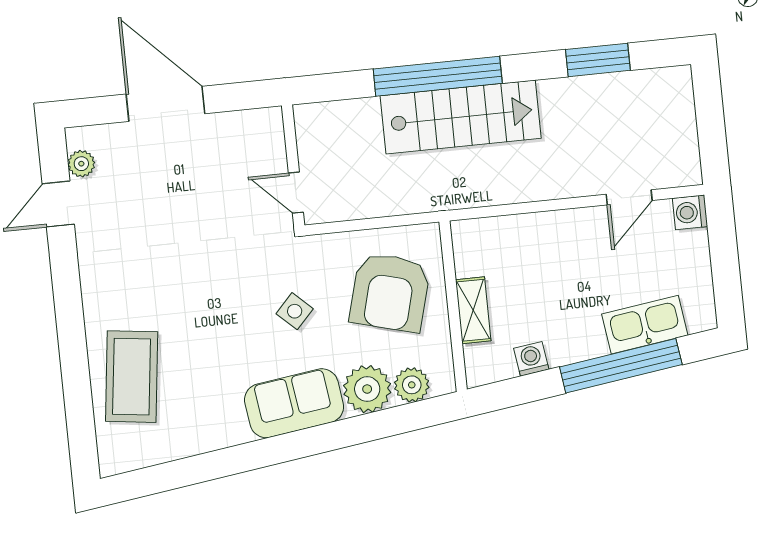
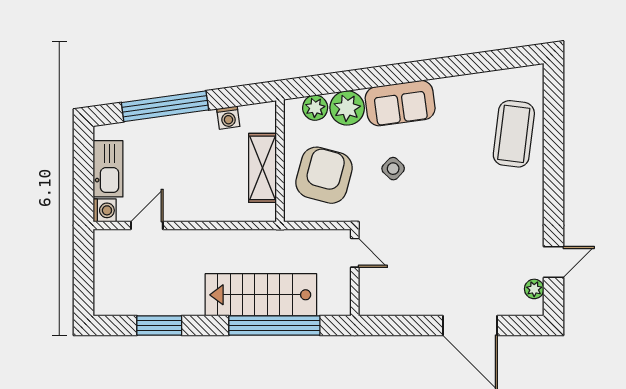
wall: (293, 165) -> (355, 272), moved
door: (296, 193) -> (355, 253), moved
shelving: (473, 310) -> (263, 168), width x1.50, depth x1.33
kitchen sink: (645, 325) -> (108, 169), moved, turned -82

